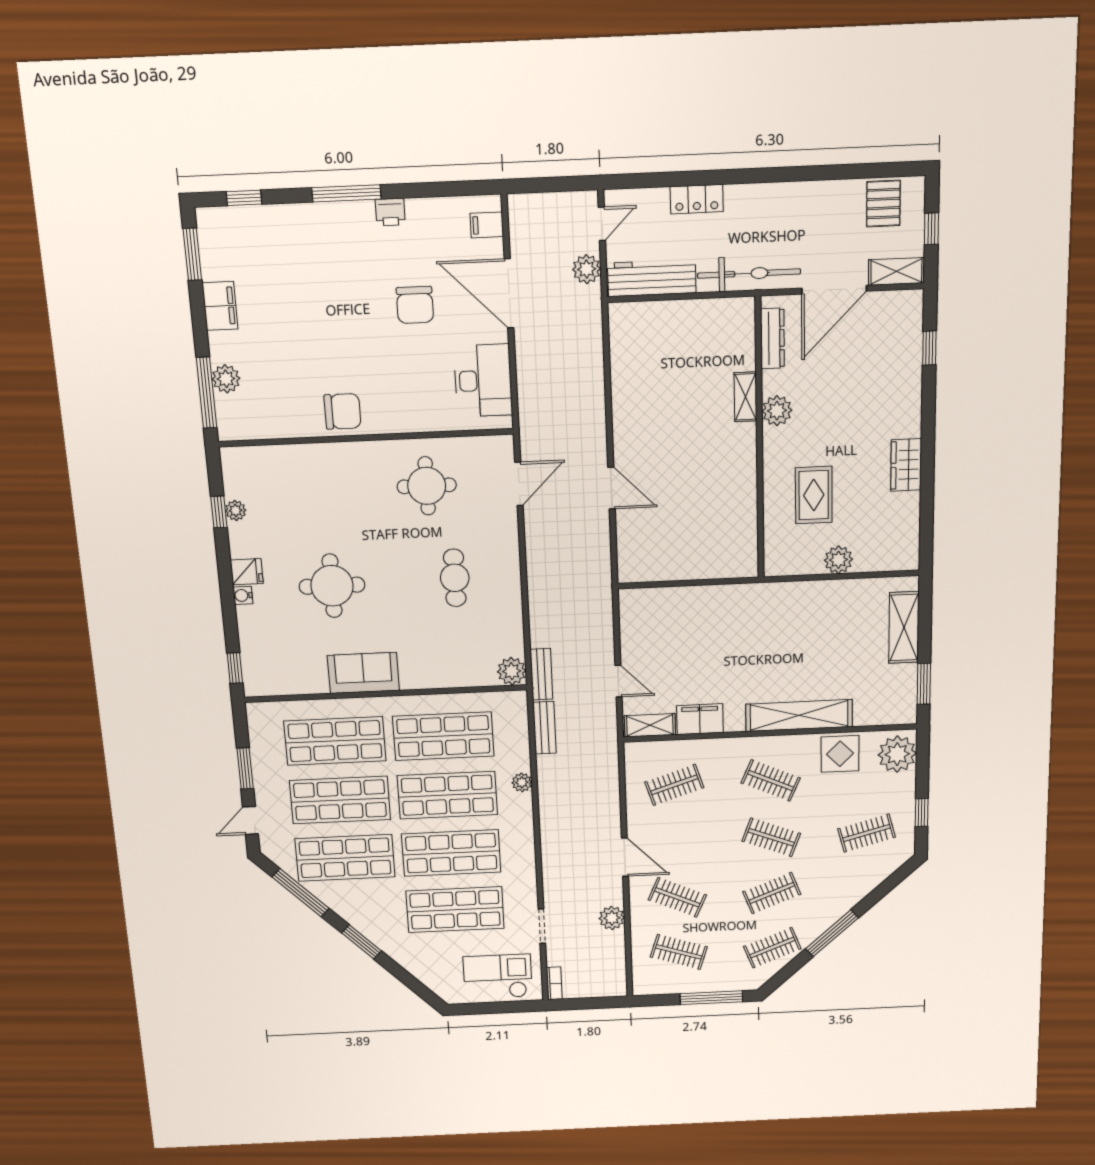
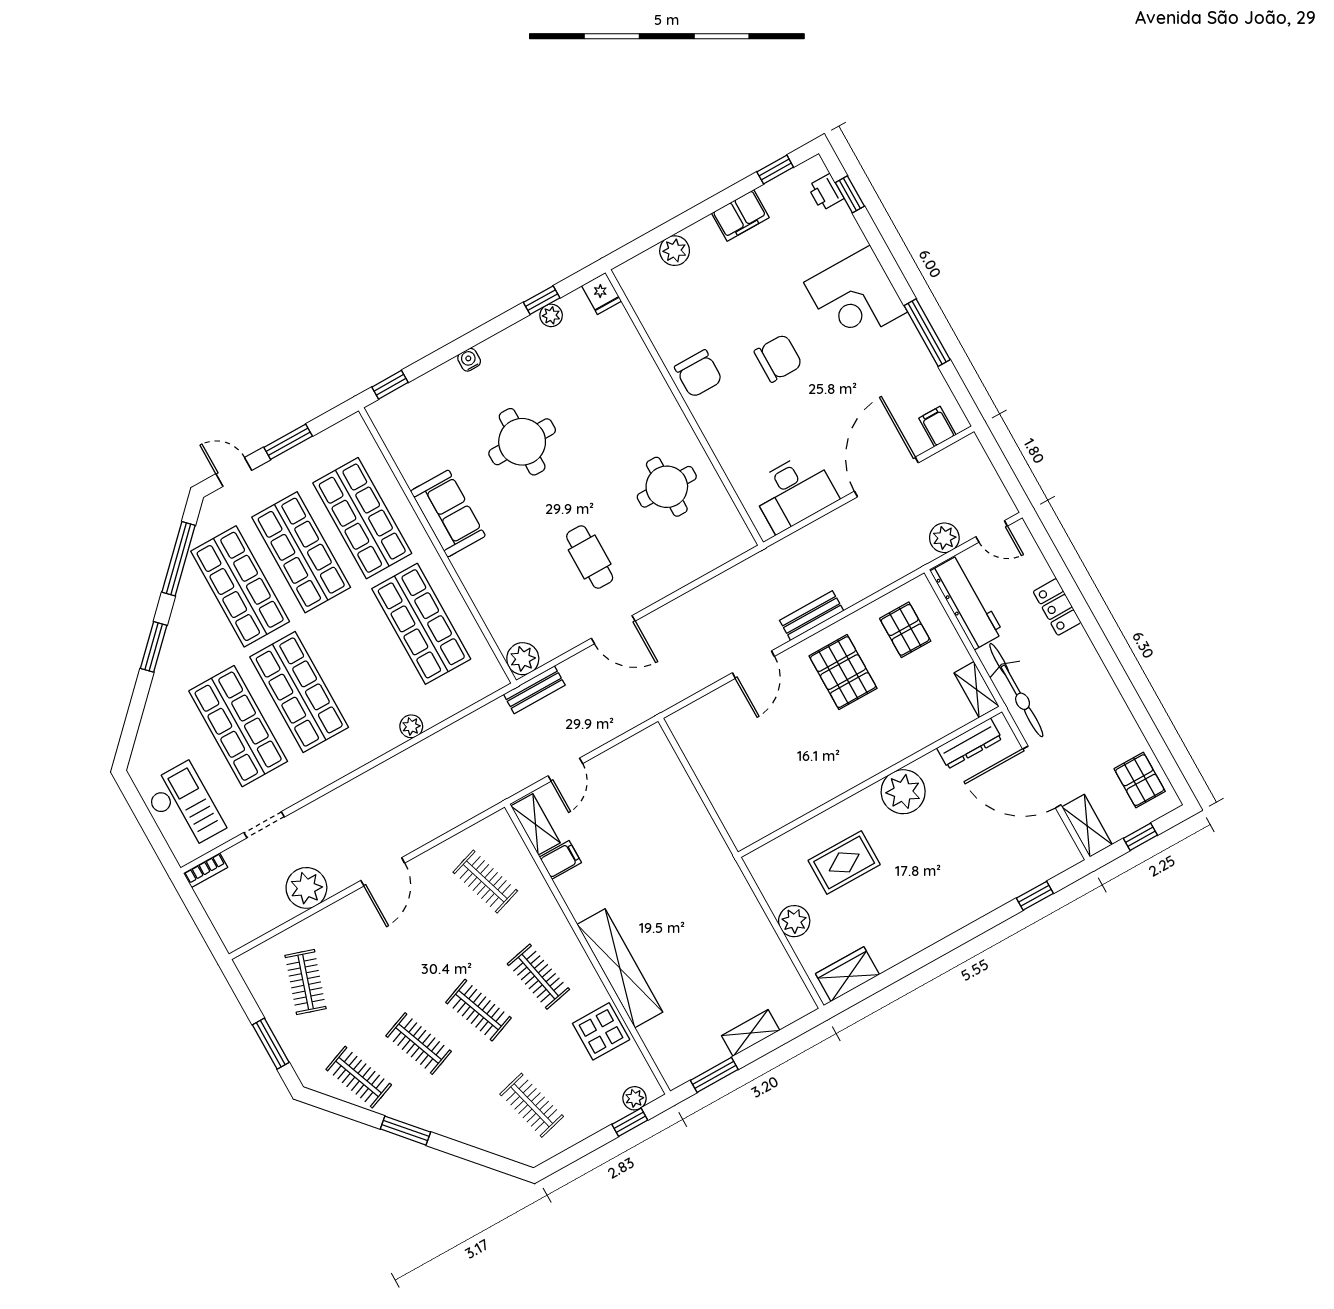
window: (346, 193) -> (927, 333), moved
pallet: (883, 204) -> (1140, 780), turned 90
printer: (390, 212) -> (826, 192), moved
corner desk: (338, 240) -> (856, 297), added
window: (192, 254) -> (775, 169), width x0.67
chair: (415, 305) -> (778, 358), moved, turned 180
pallet: (648, 344) -> (905, 630), added
window: (207, 393) -> (652, 238), removed
shelving: (745, 397) -> (977, 690), moved, turned 90
plant: (777, 411) -> (903, 792), width x1.36, depth x1.36
pallet: (656, 416) -> (843, 672), added
wardrobe: (906, 465) -> (847, 974), moved
door: (519, 484) -> (613, 630), moved
fridge: (247, 572) -> (602, 293), moved
cafe table: (455, 578) -> (590, 557), turned 90
shelving: (904, 628) -> (751, 1033), width x0.67, depth x0.75
filing cabinet: (700, 719) -> (560, 860), width x0.50
bench: (544, 728) -> (812, 616), moved
plant: (897, 754) -> (635, 1098), width x0.53, depth x0.53
clothes rail: (771, 780) -> (538, 977), turned -36
shop shelf: (447, 795) -> (360, 658), removed
window: (922, 813) -> (630, 1122), moved
clothes rail: (771, 837) -> (478, 1010), turned -42
clothes rail: (677, 897) -> (365, 948), removed
plant: (612, 918) -> (306, 888), width x1.36, depth x1.36
window: (832, 933) -> (405, 1131), width x0.69
window: (711, 998) -> (271, 1044), width x0.69

